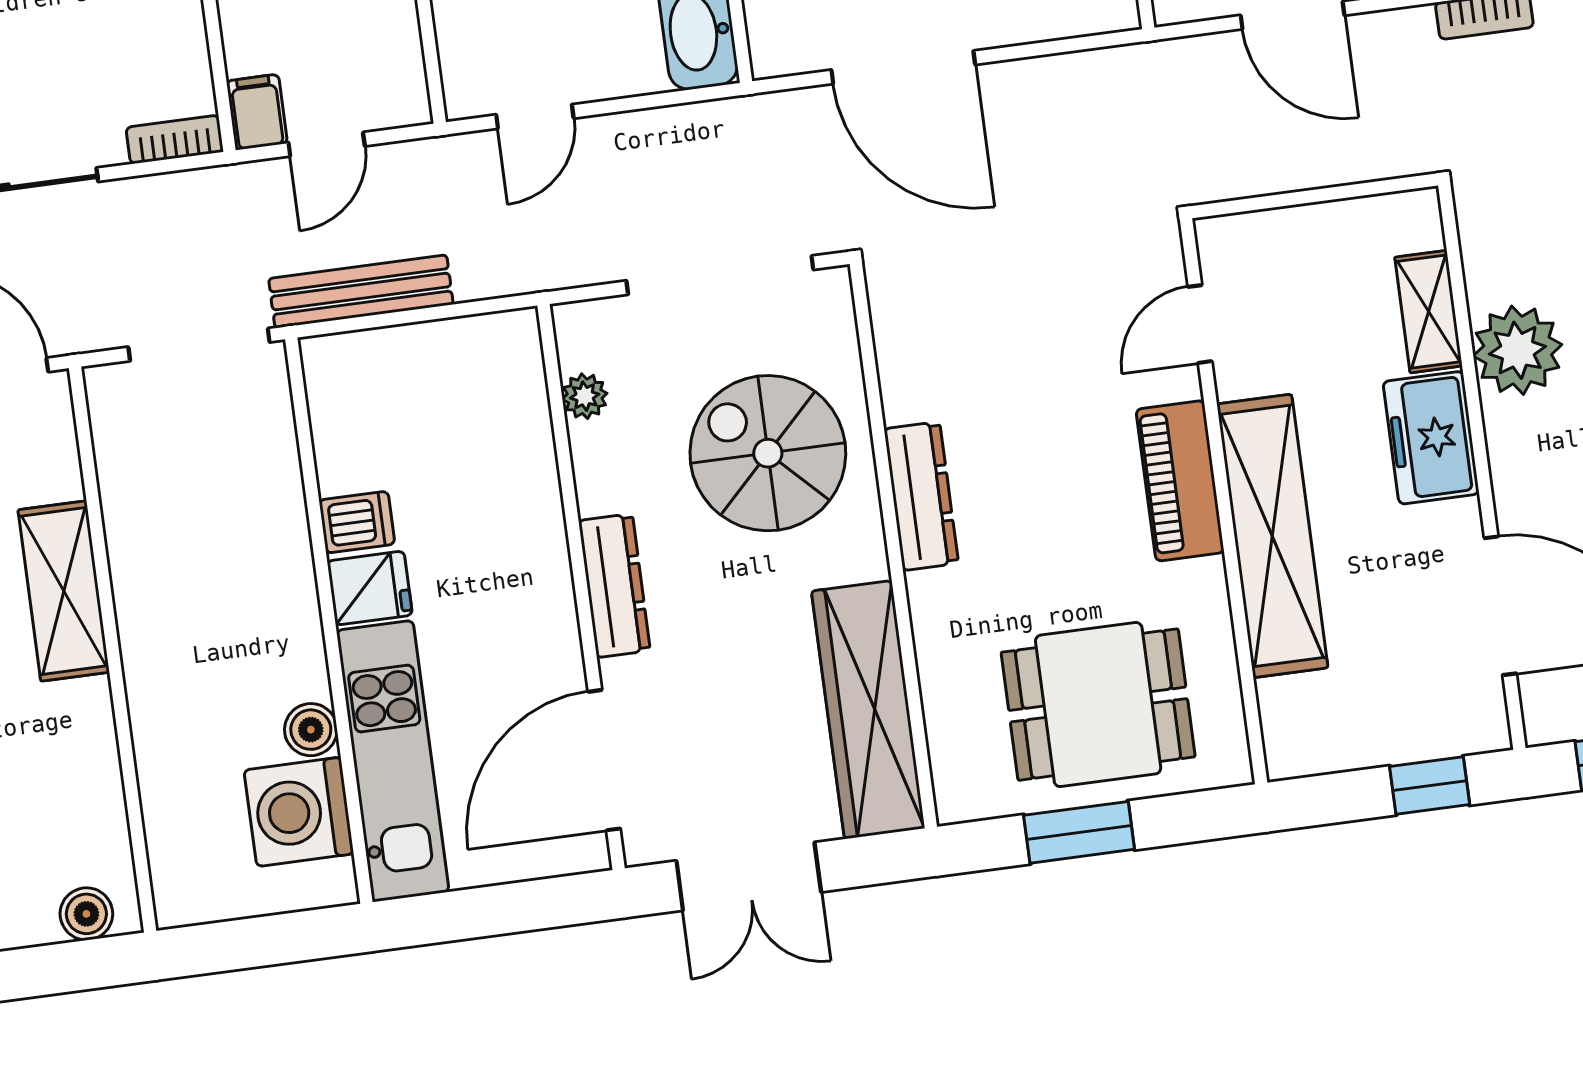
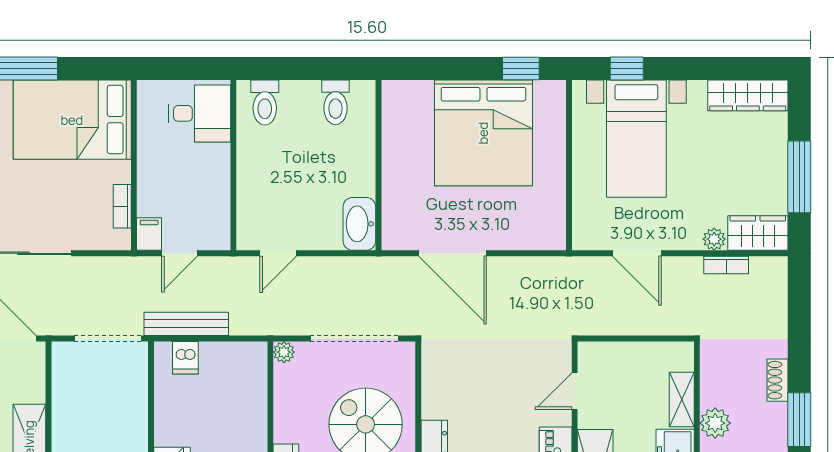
bookcase: (175, 140) -> (122, 206), moved, turned -90
plant: (1518, 350) -> (715, 423), width x0.73, depth x0.73
plant: (585, 396) -> (284, 352), moved
dishwasher: (357, 522) -> (185, 358), moved, turned 90

